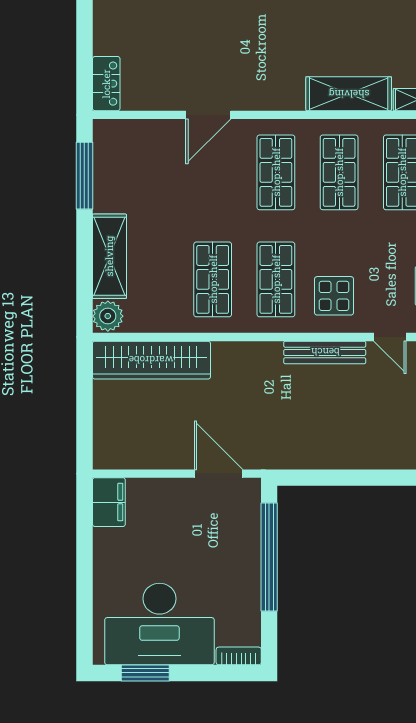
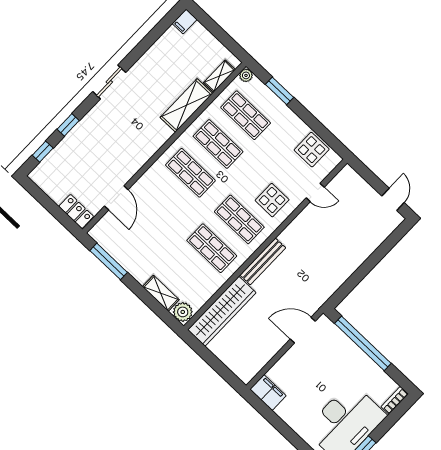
door: (208, 115) -> (116, 198), moved
shelving: (109, 256) -> (161, 293), width x0.67, depth x0.75
bench: (325, 352) -> (263, 261), moved

